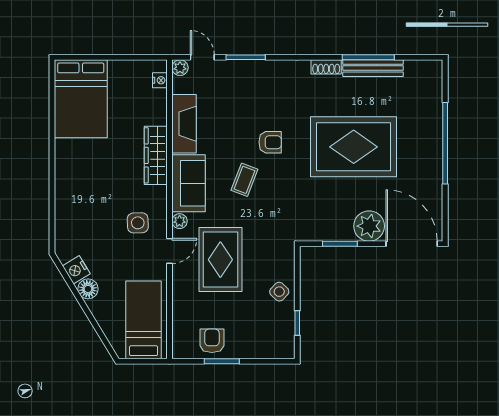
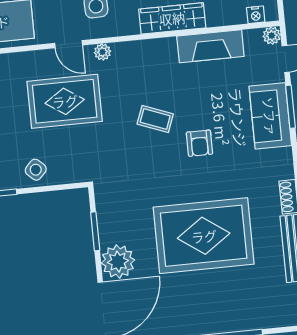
rug: (354, 147) -> (204, 236), turned 90
sofa: (188, 183) -> (270, 116), moved, turned 90

